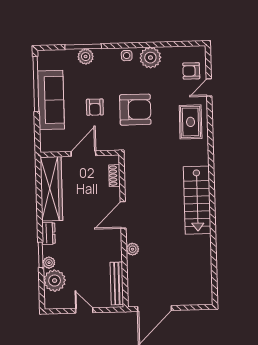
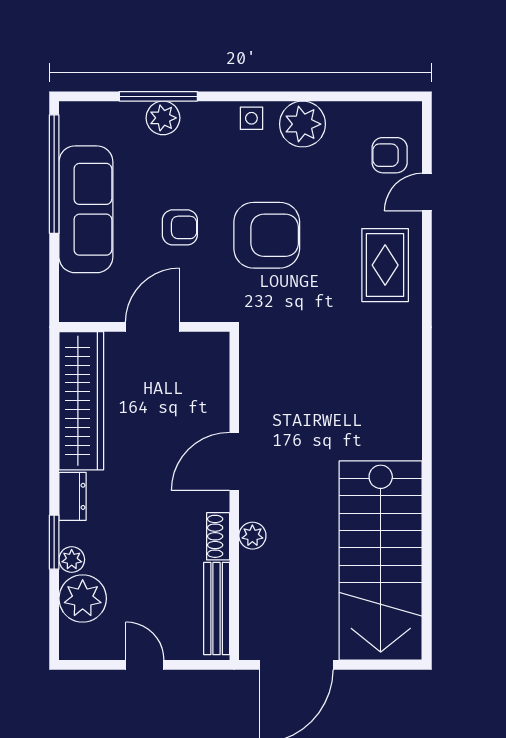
armchair: (95, 107) -> (180, 227), turned -90
shoe rack: (114, 176) -> (218, 536), moved
stairs: (197, 200) -> (381, 560), moved, width x1.36, depth x1.51

